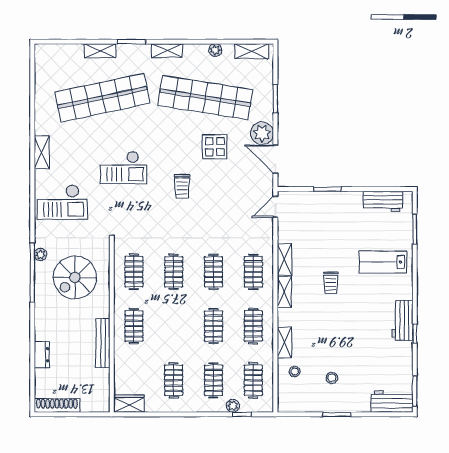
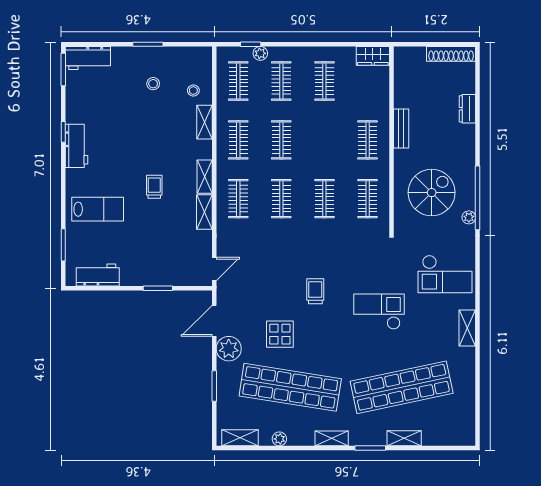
door: (275, 159) -> (214, 321), swing flipped
checkout: (62, 202) -> (445, 274), turned 180
bench: (103, 343) -> (401, 129), width x0.73

